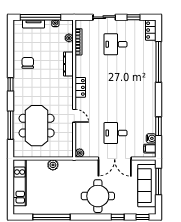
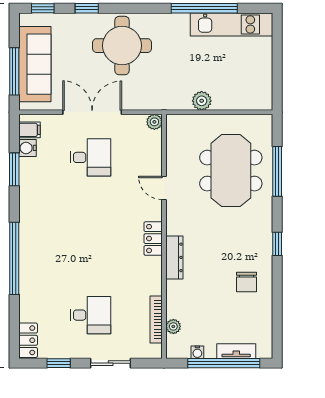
window: (159, 62) -> (14, 258), moved
dresser: (68, 64) -> (174, 257), moved
kitchen unit: (20, 183) -> (231, 24), moved, turned -90

